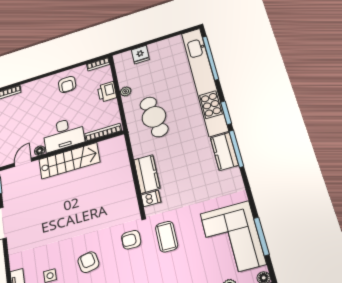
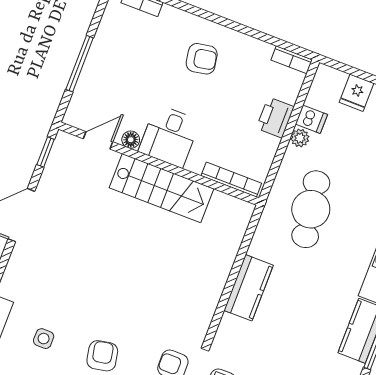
armchair: (67, 84) -> (202, 59), moved, turned -100
desk: (64, 134) -> (169, 136), width x0.73
dishwasher: (151, 198) -> (311, 119), moved

